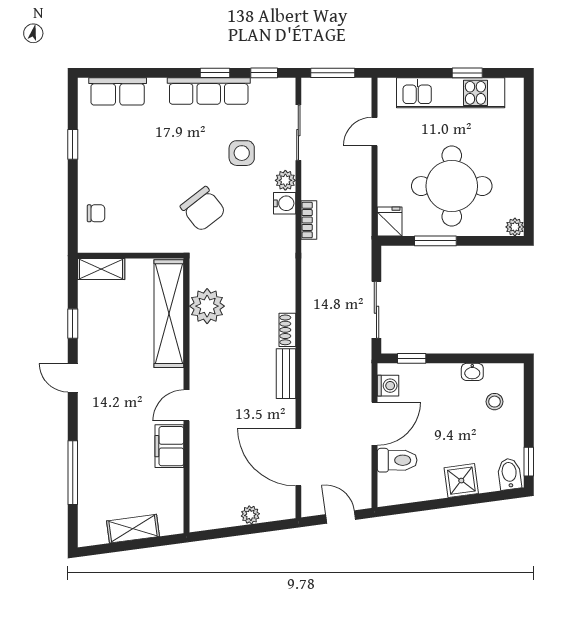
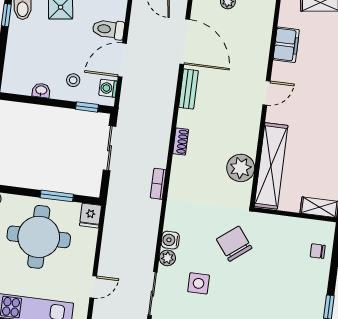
bookcase: (309, 220) -> (158, 184), moved
bench: (286, 374) -> (189, 89), moved
stool: (495, 402) -> (73, 80), moved
filing cabinet: (169, 446) -> (286, 45), moved

